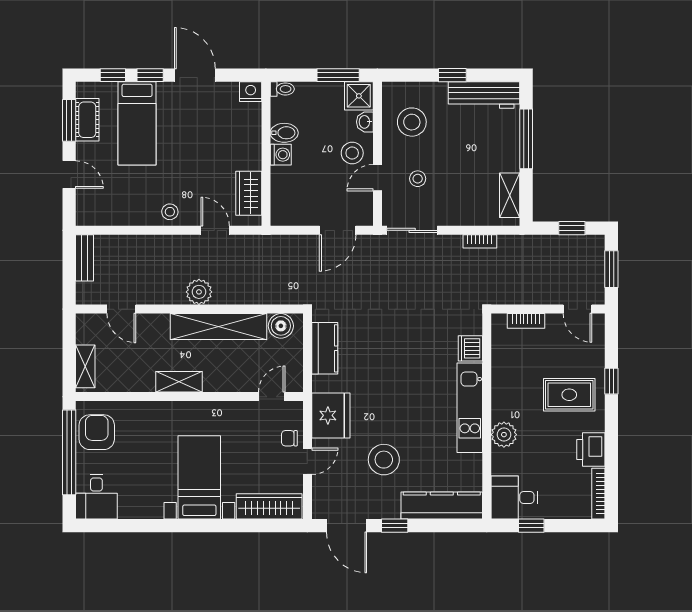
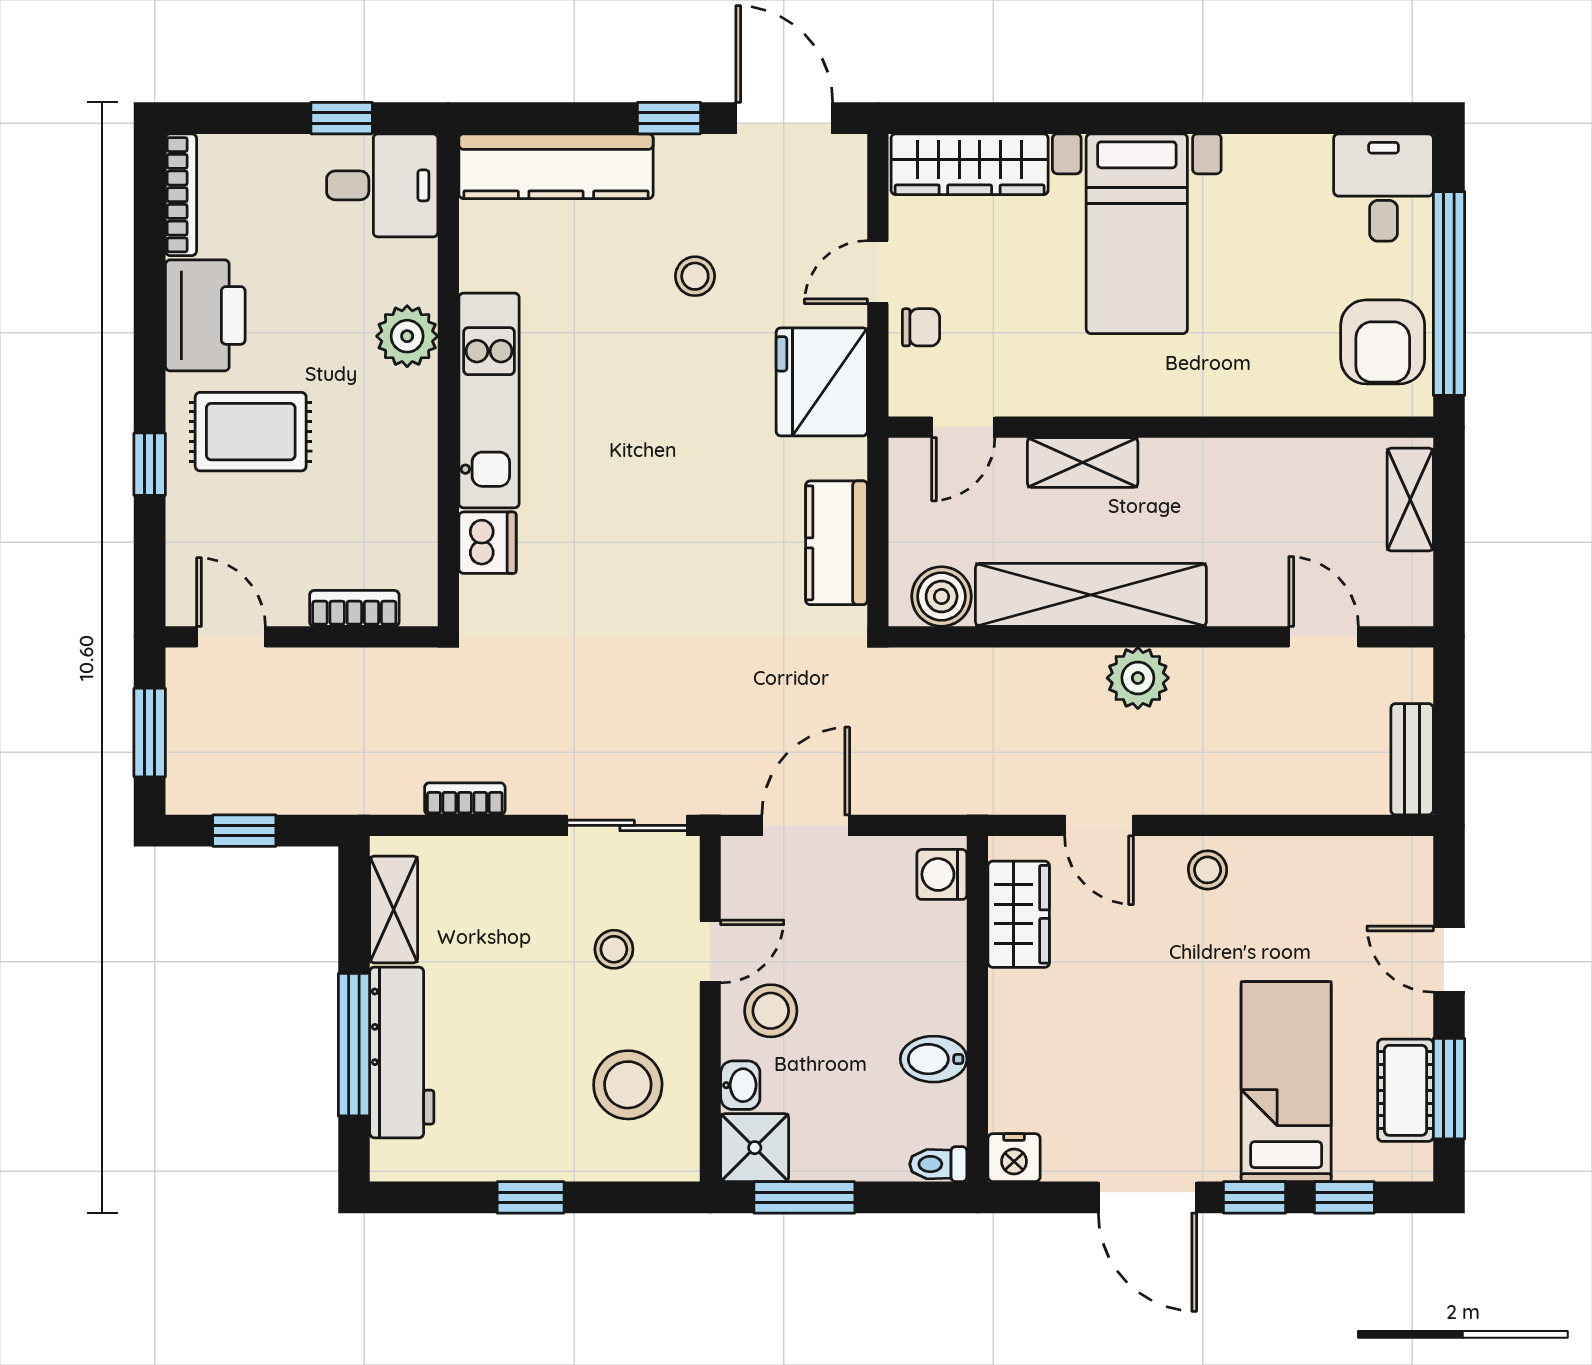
workbench: (484, 95) -> (402, 1052), moved, turned 90
washing machine: (281, 155) -> (942, 874), moved
shelving: (179, 382) -> (1083, 463), moved
printer: (591, 450) -> (205, 315), width x1.37, depth x1.19
stool: (384, 460) -> (695, 276), width x0.53, depth x0.53

